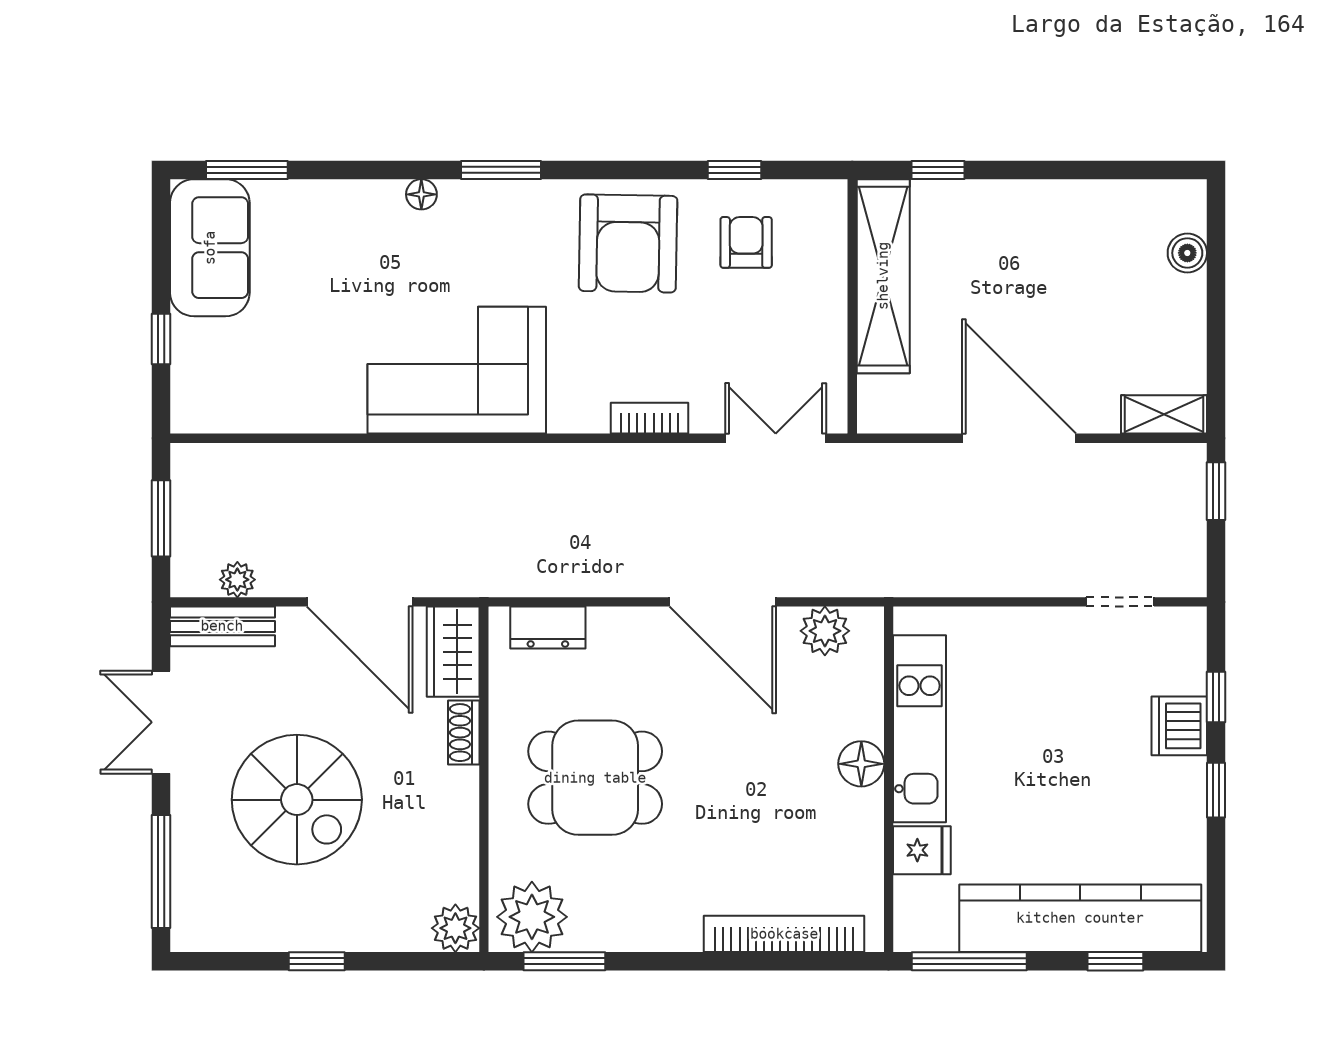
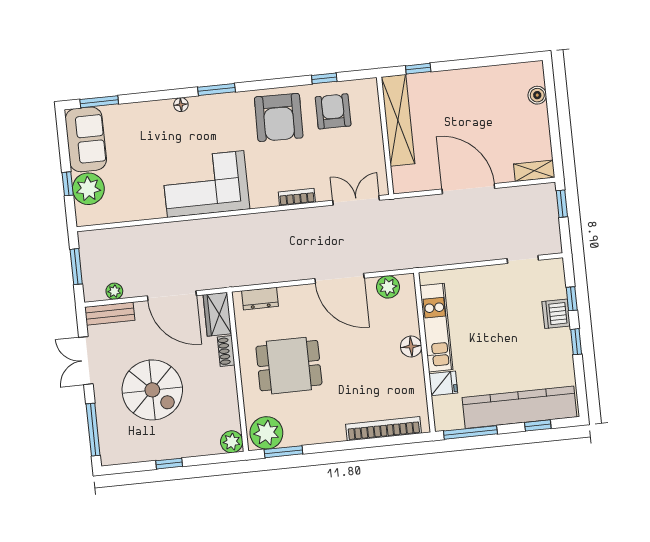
armchair: (746, 242) -> (333, 111), width x1.38, depth x1.38
plant: (204, 354) -> (88, 189), added

